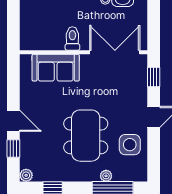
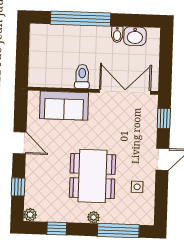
door: (13, 121) -> (20, 143), moved
side table: (130, 145) -> (137, 187), width x0.54, depth x0.54
plant: (106, 176) -> (93, 217), moved

